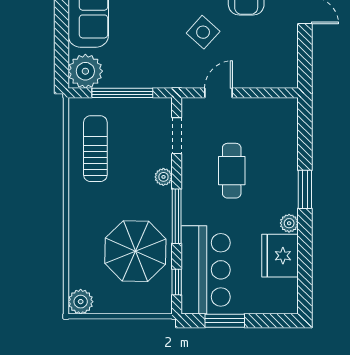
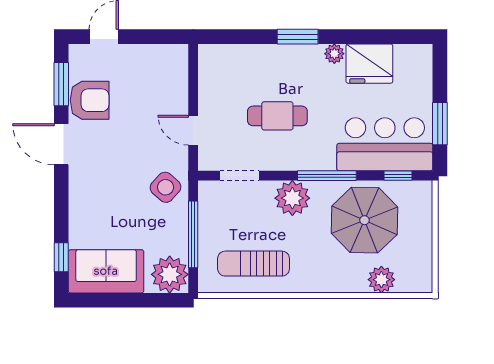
side table: (203, 32) -> (166, 187), moved
plant: (163, 177) -> (292, 198), width x1.87, depth x1.87
plant: (81, 302) -> (381, 280), moved

